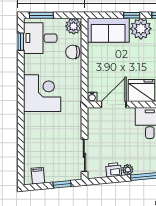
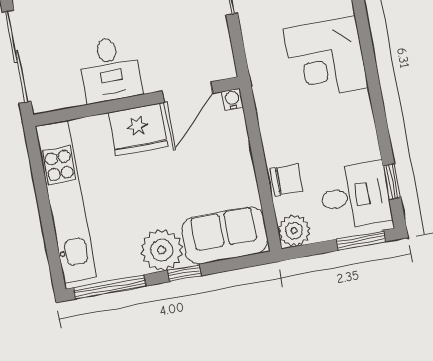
corner desk: (42, 93) -> (326, 58), moved

